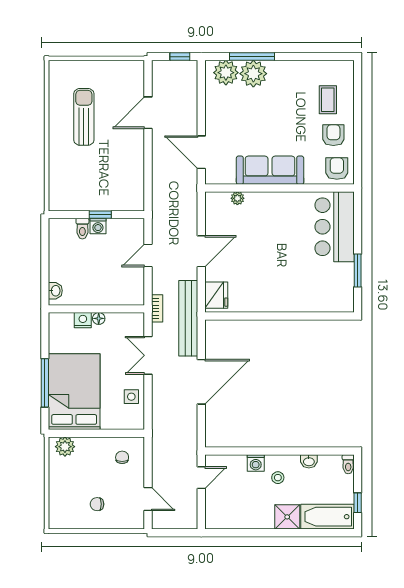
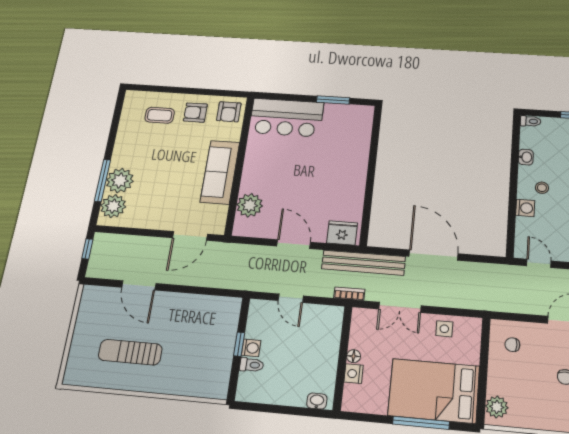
armchair: (337, 169) -> (229, 112), turned -90
plant: (237, 198) -> (250, 205), width x1.88, depth x1.88

